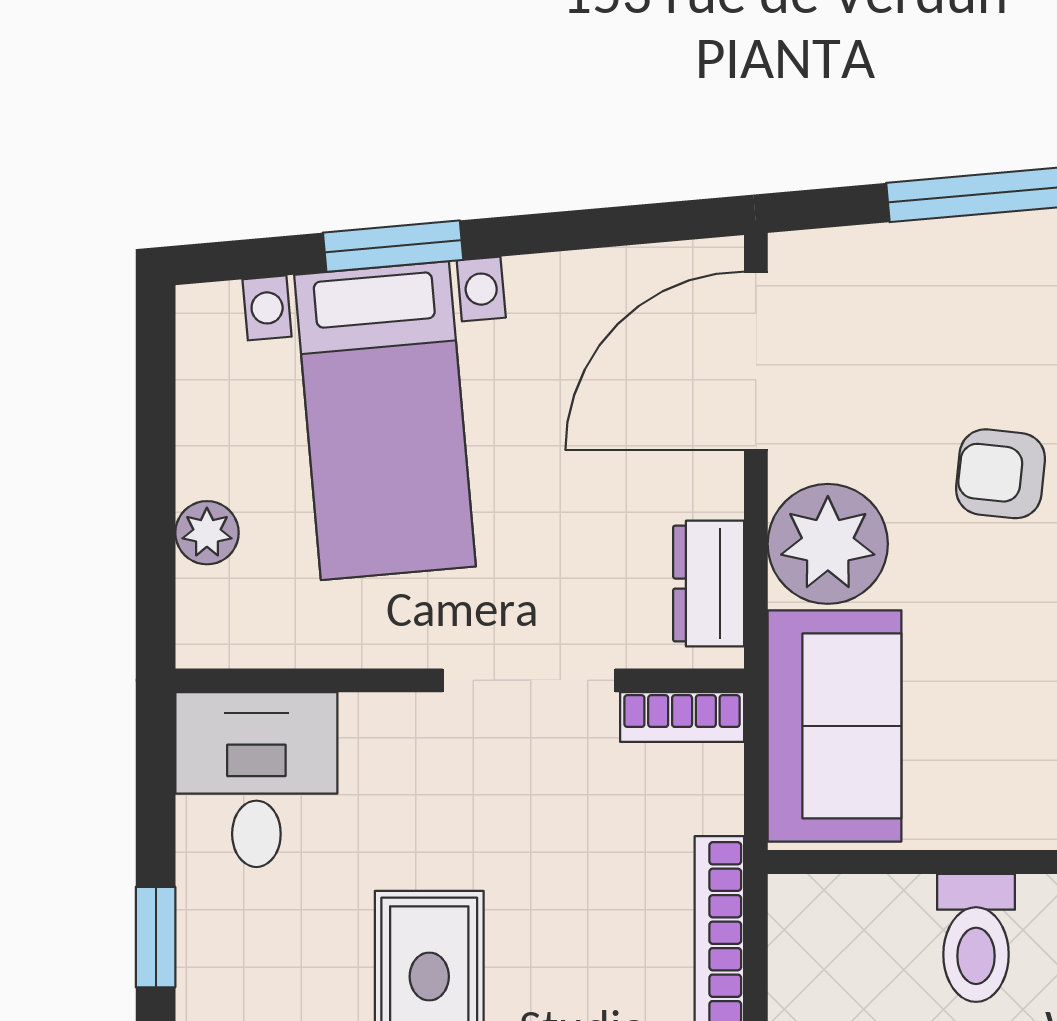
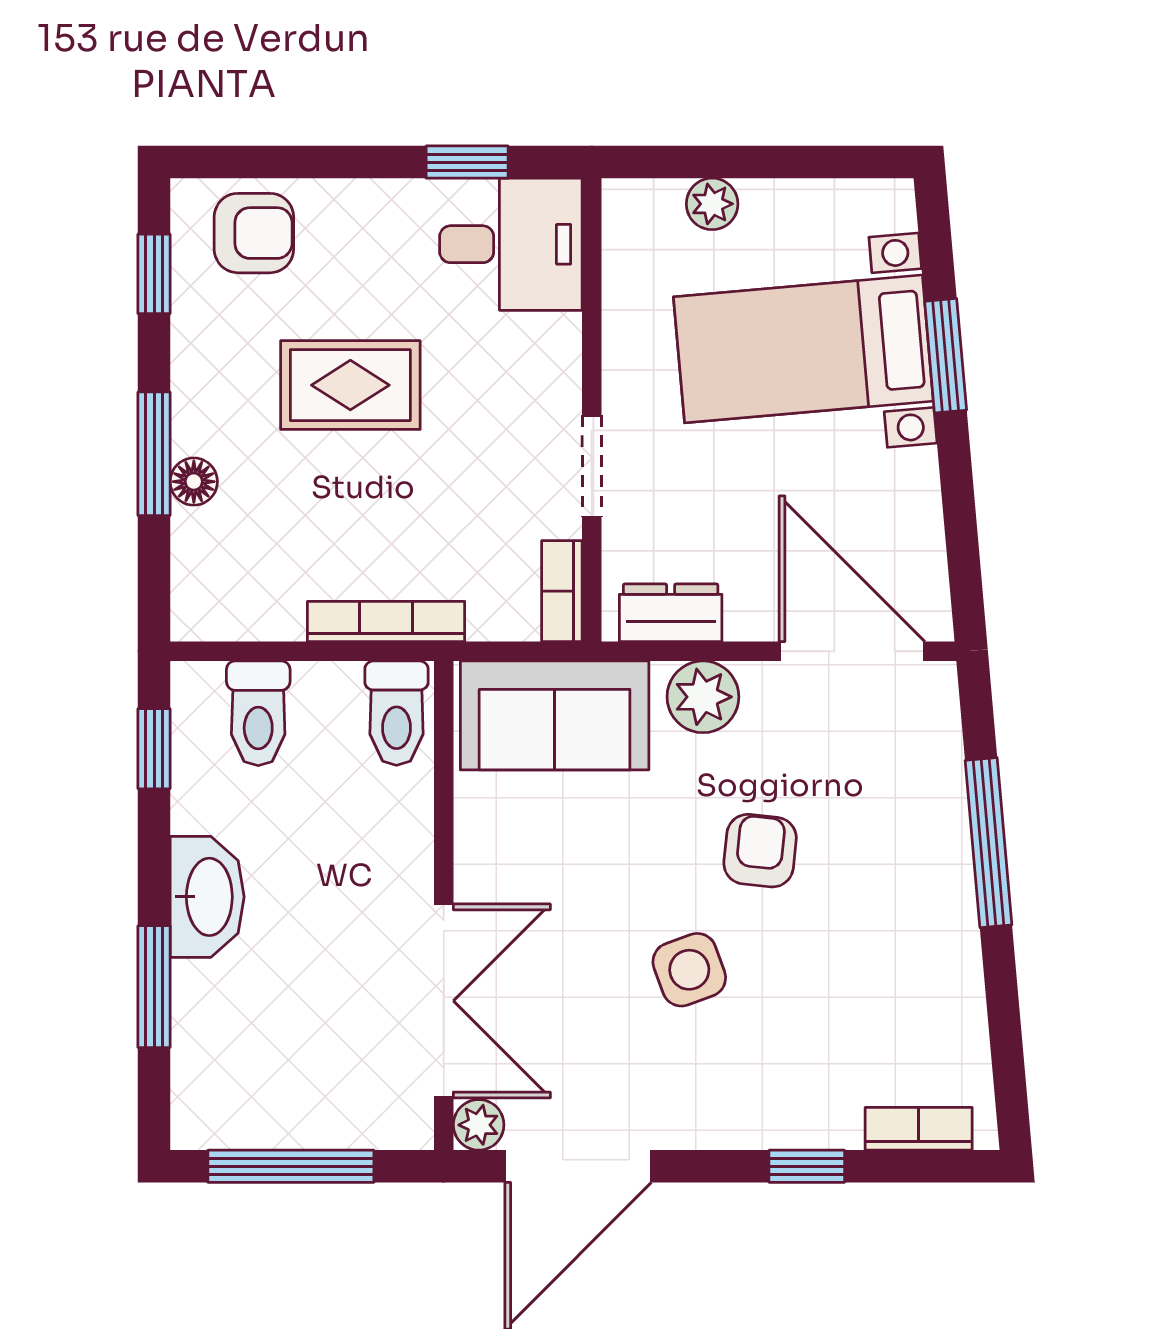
plant: (828, 544) -> (703, 697), width x0.73, depth x0.73
doorway: (529, 680) -> (592, 466), width x0.73
window: (156, 937) -> (467, 162), moved
toilet: (976, 938) -> (396, 713), moved, turned -90

